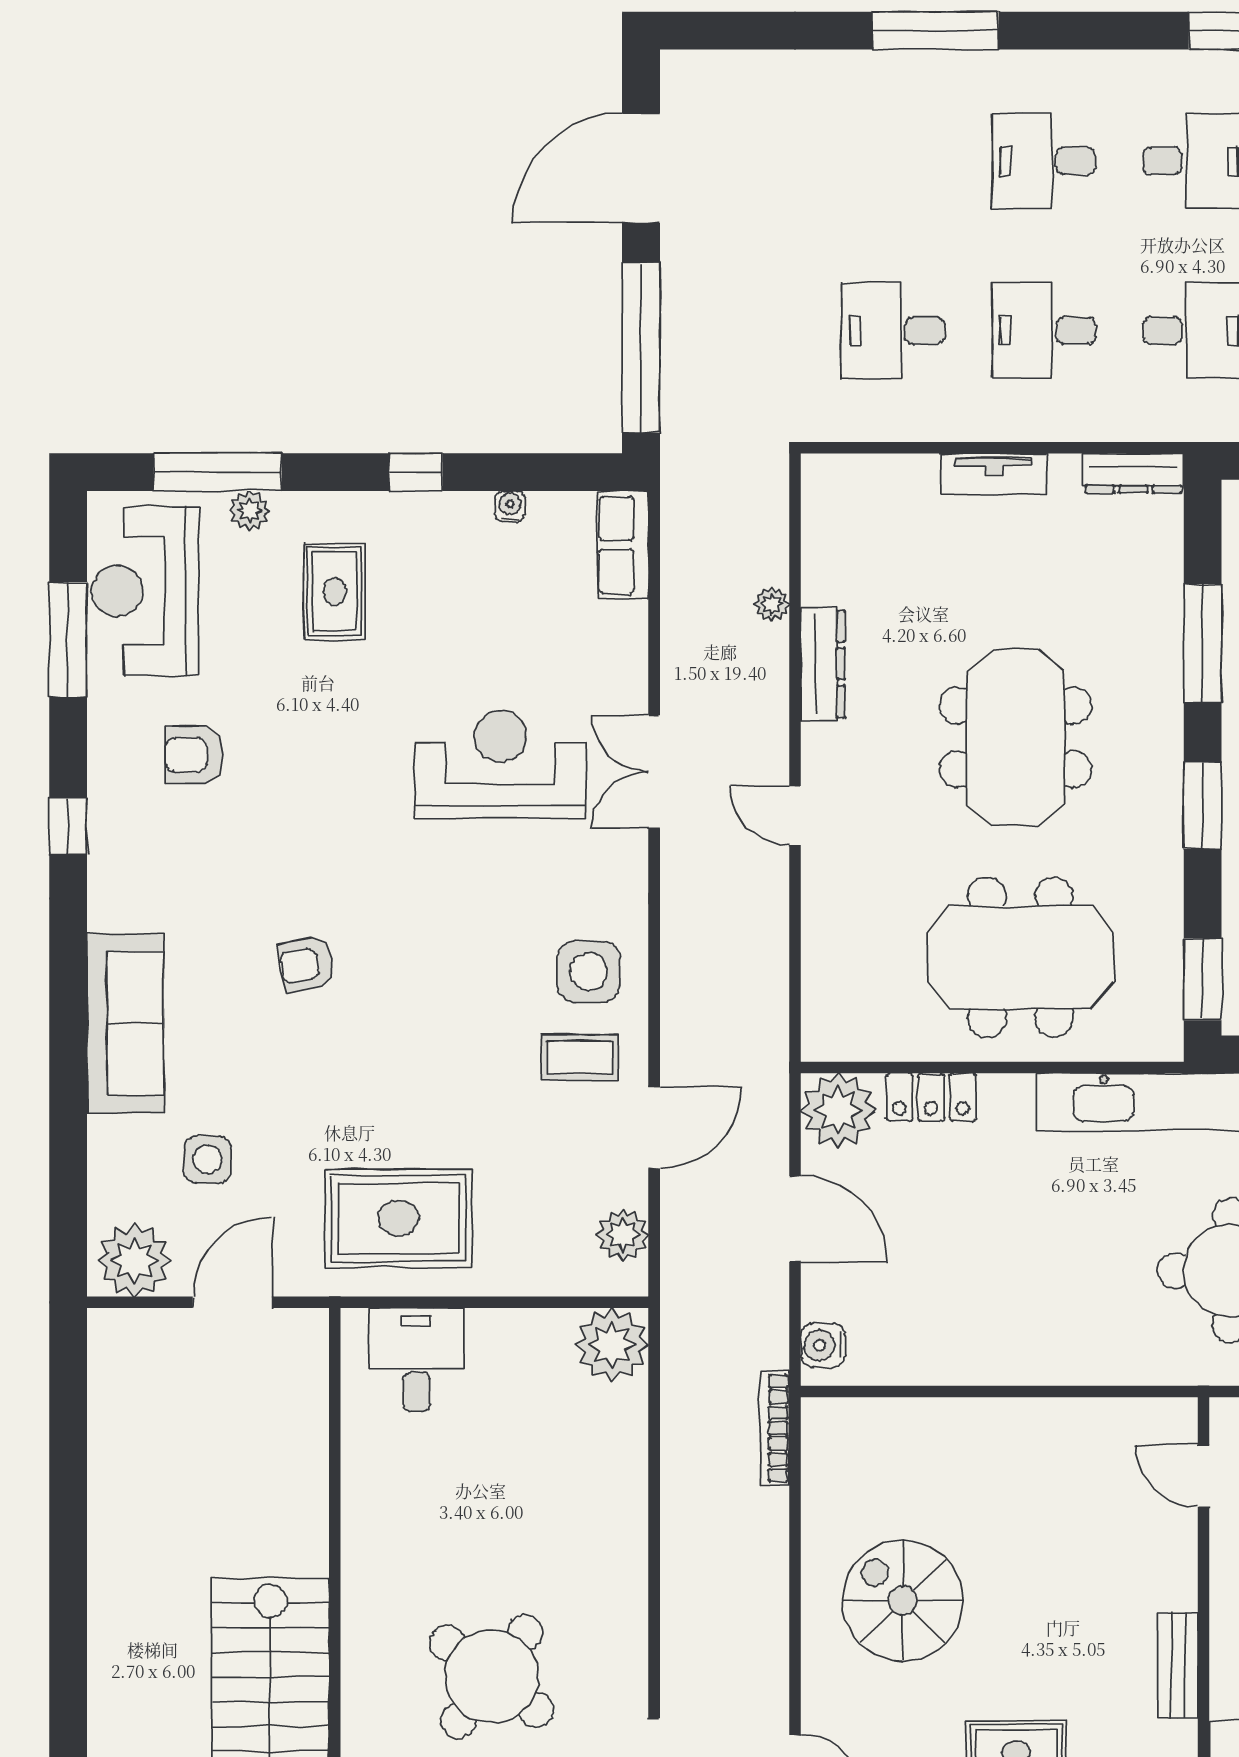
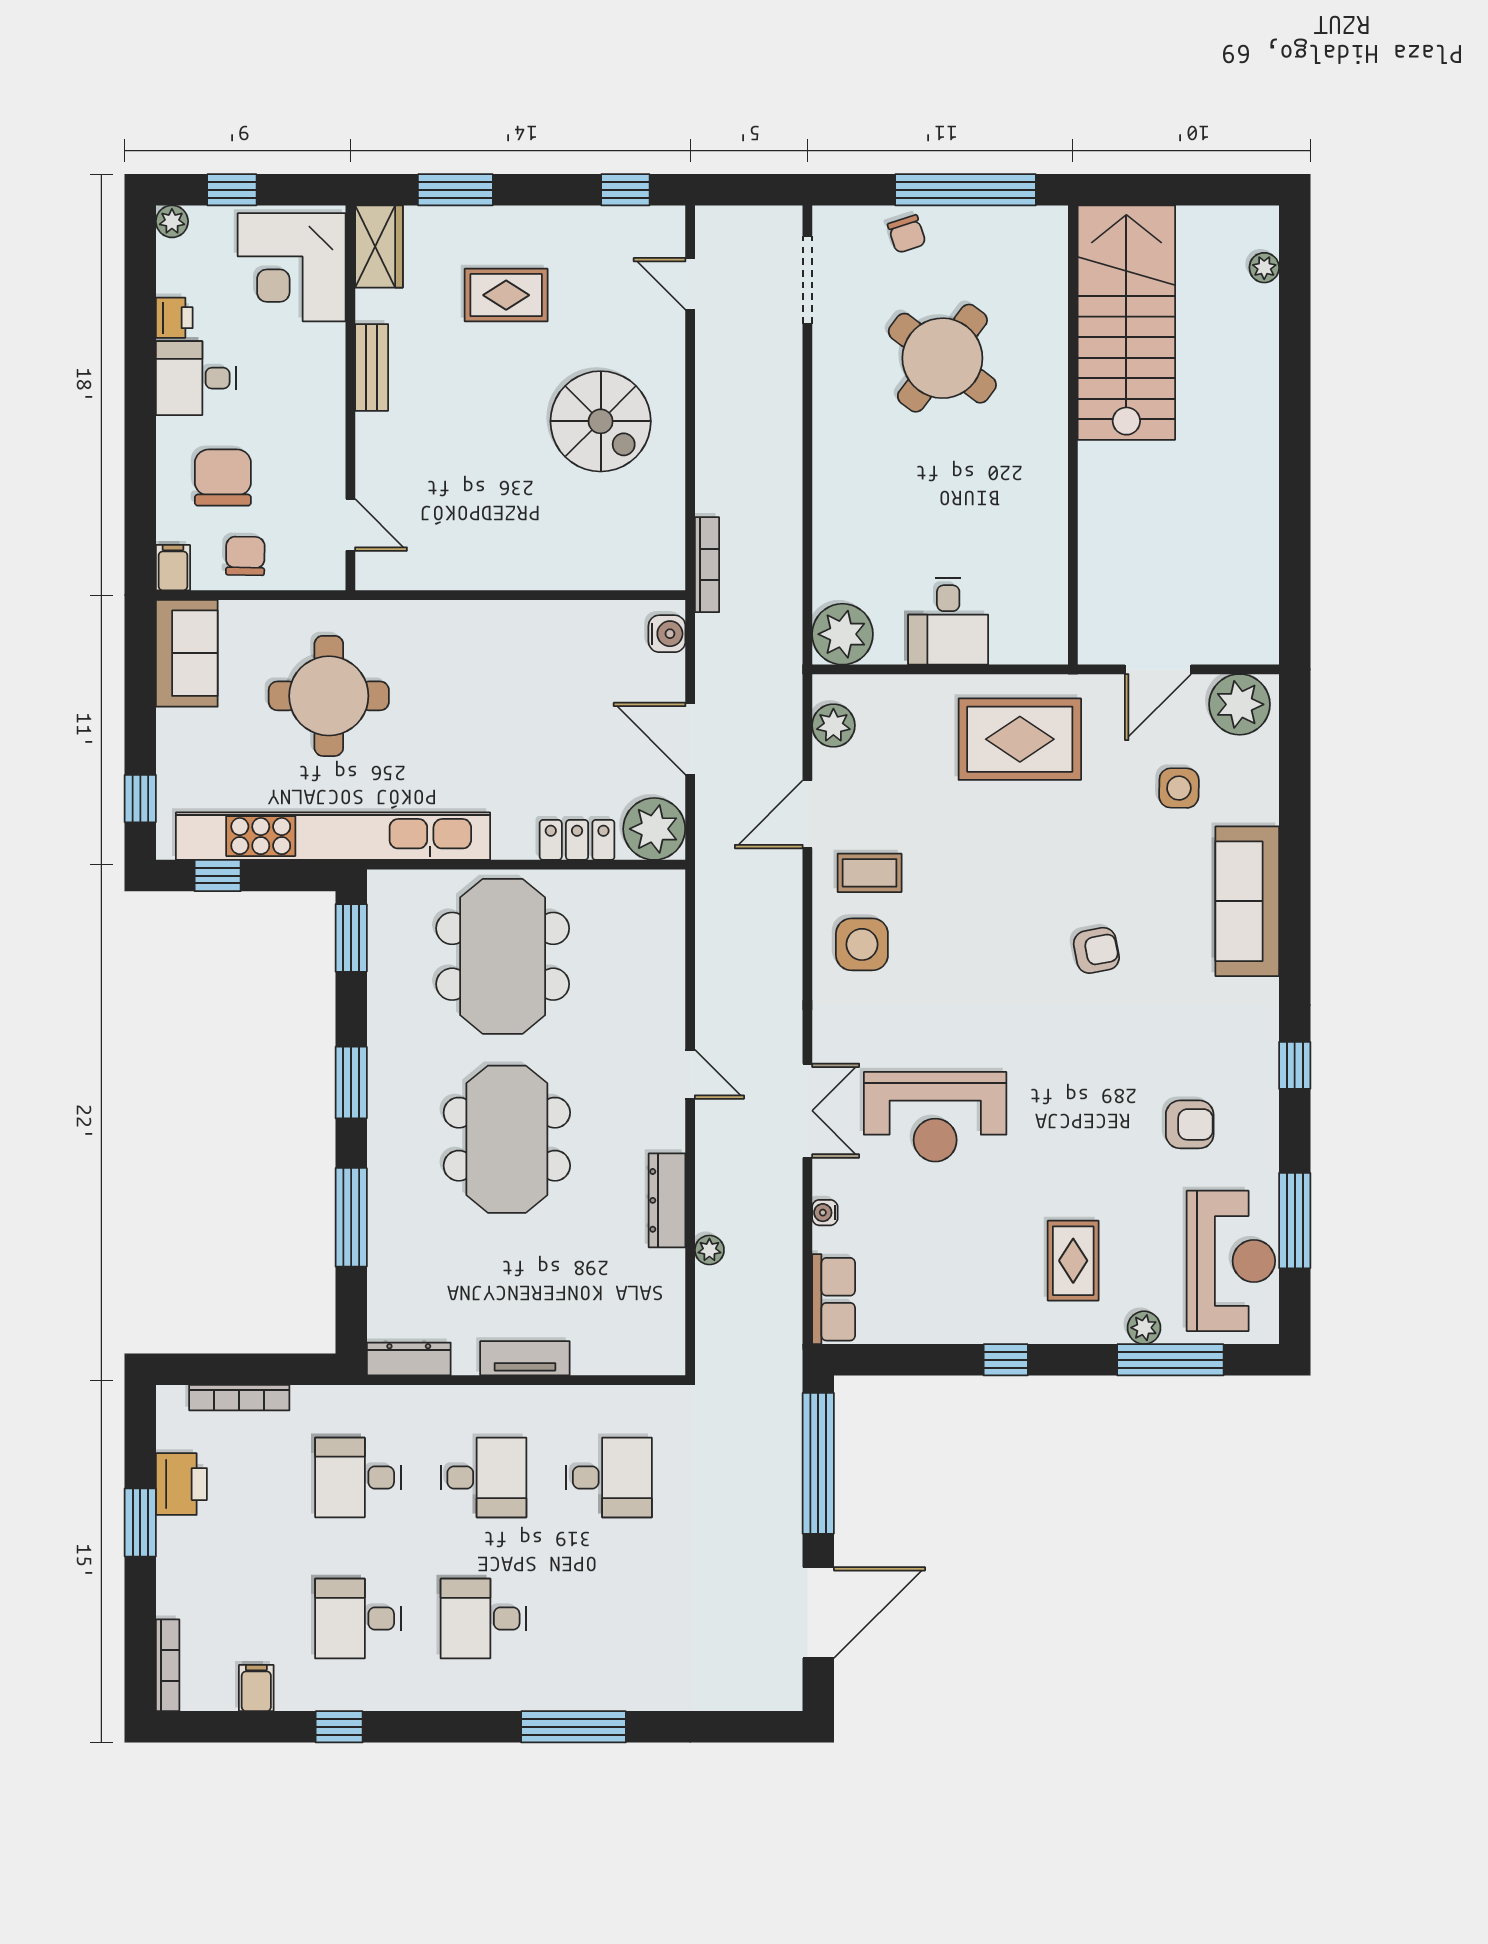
desk: (1044, 161) -> (483, 1619), turned 180
water cooler: (510, 506) -> (825, 1213), moved, turned 90
meeting table: (1021, 957) -> (503, 956), turned 90
desk: (416, 1360) -> (948, 621), moved

